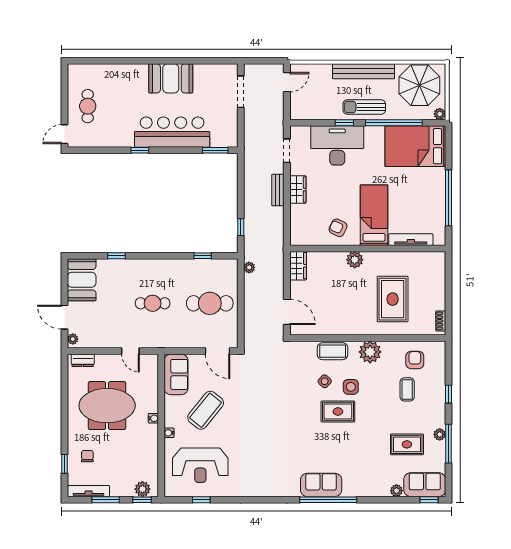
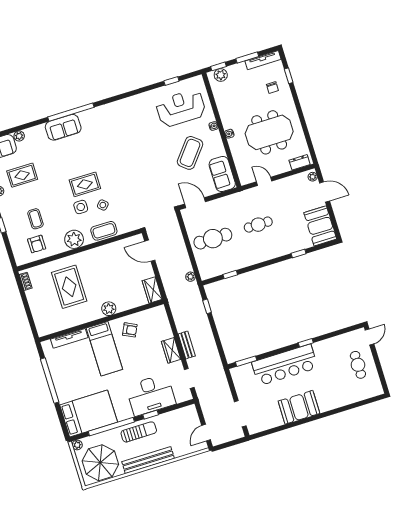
sofa: (321, 485) -> (63, 127), moved

